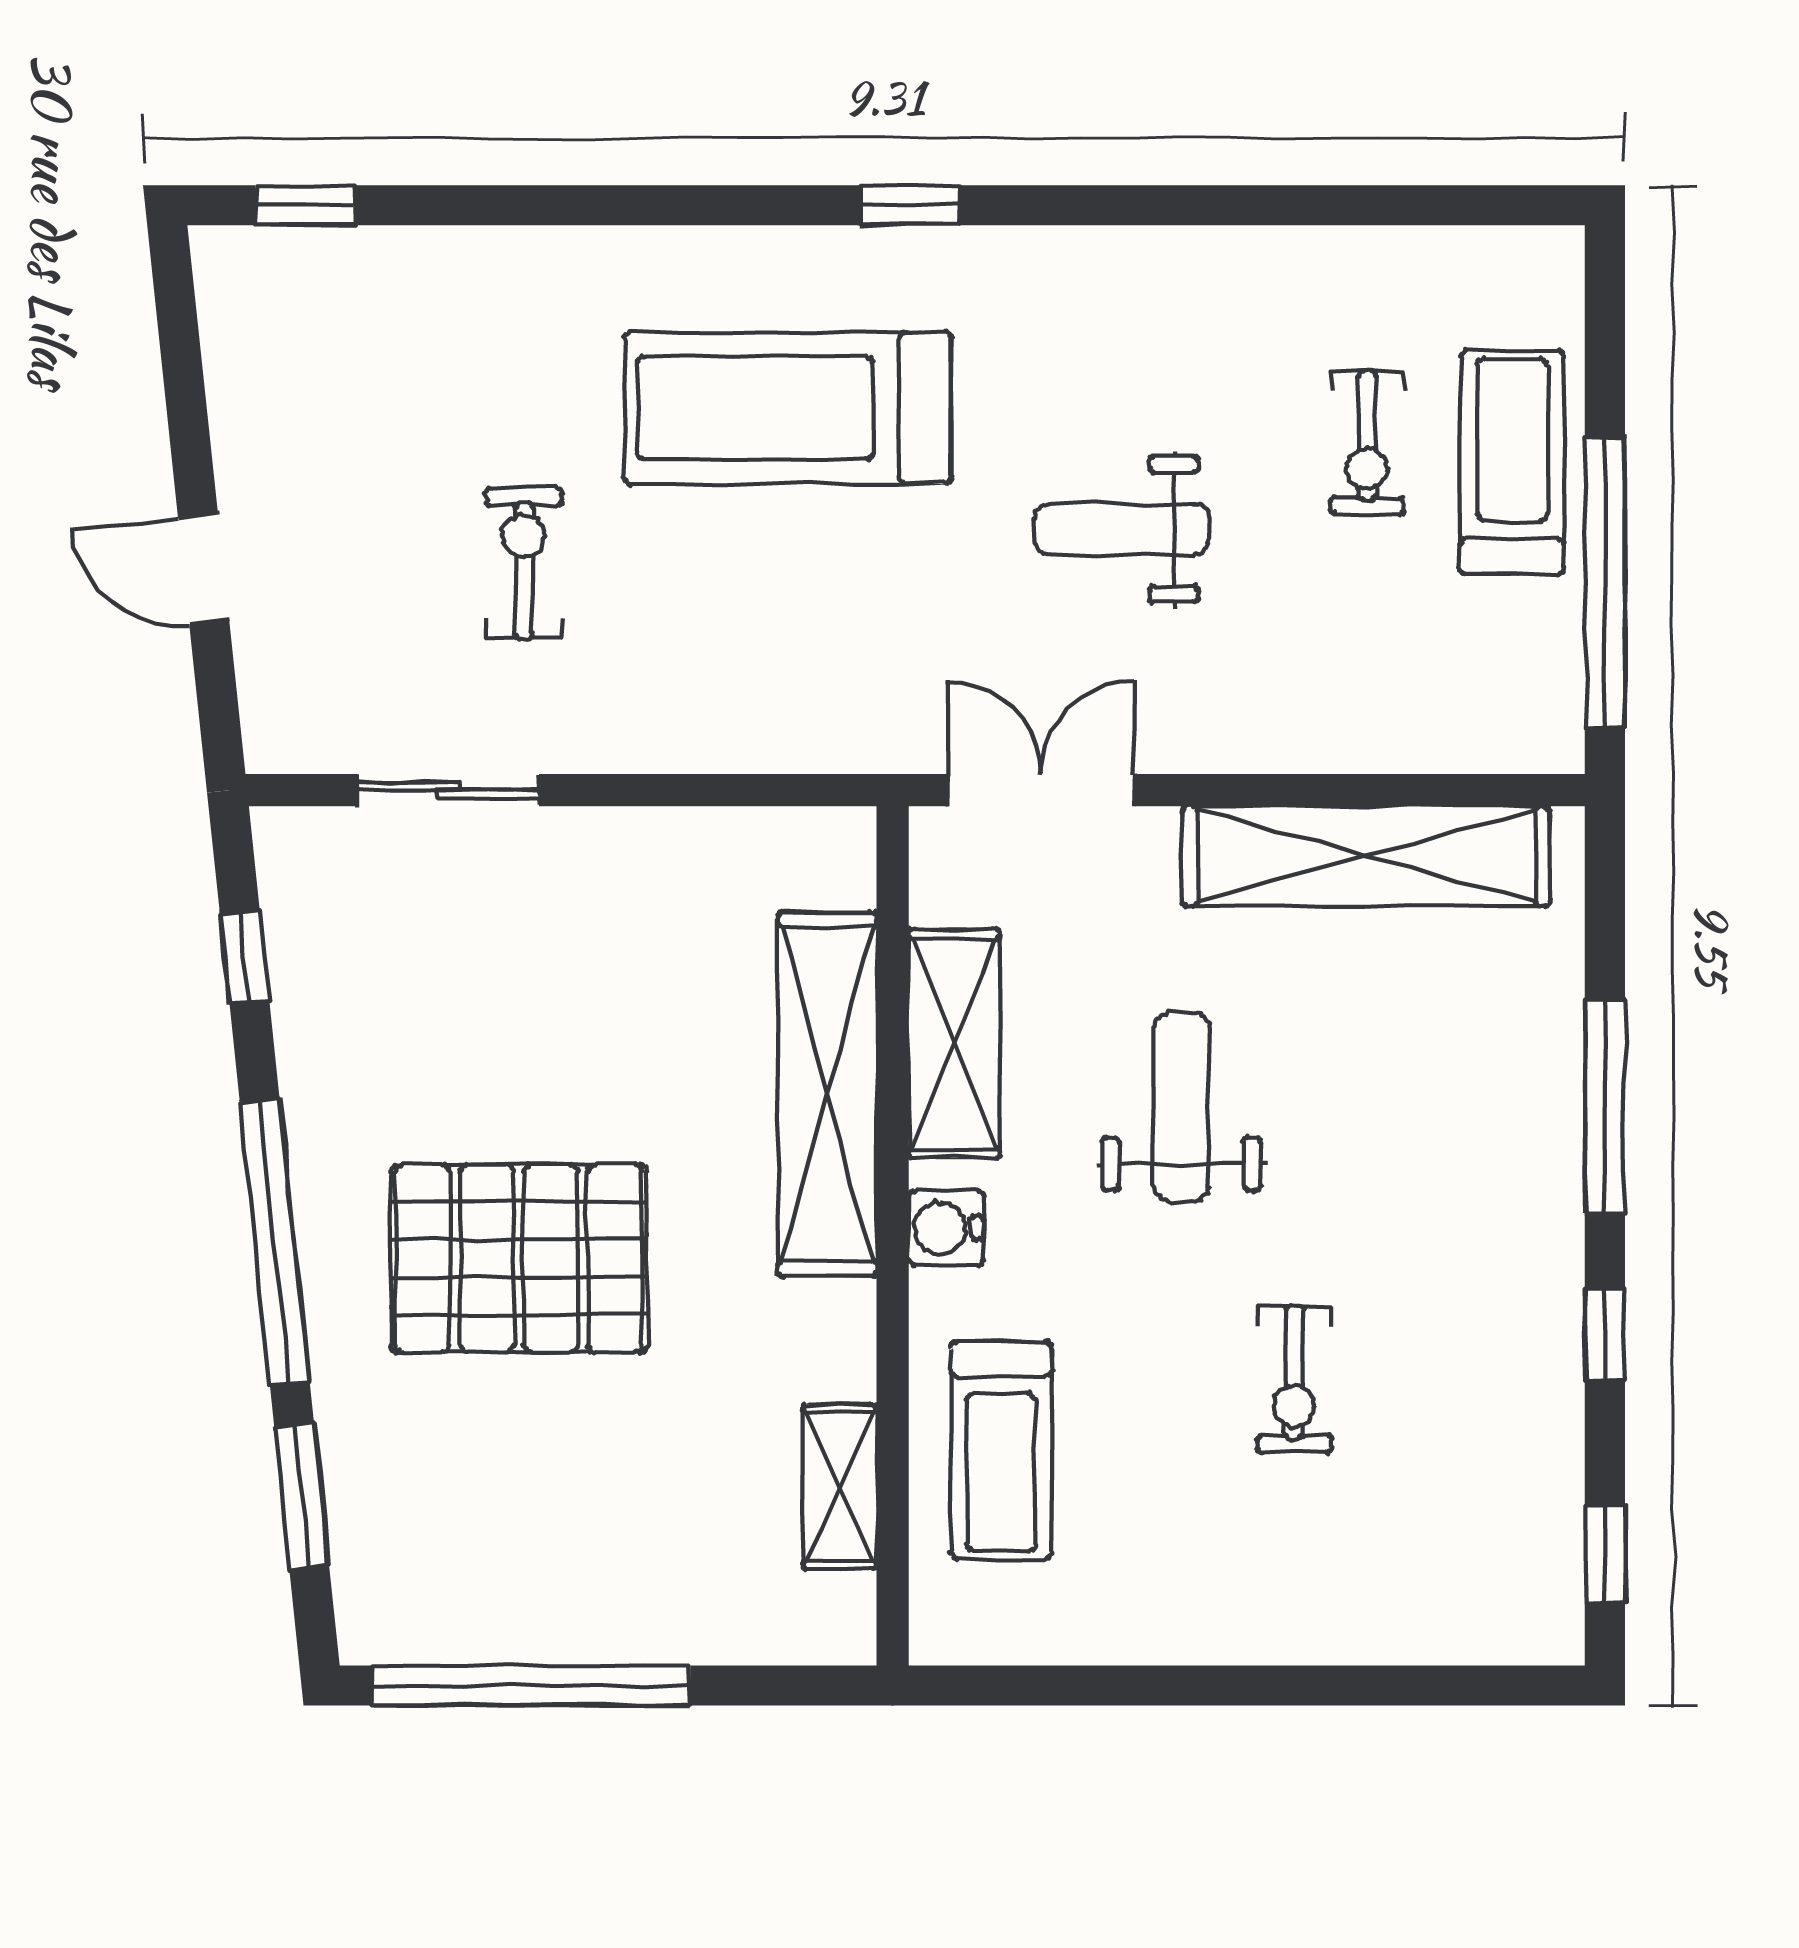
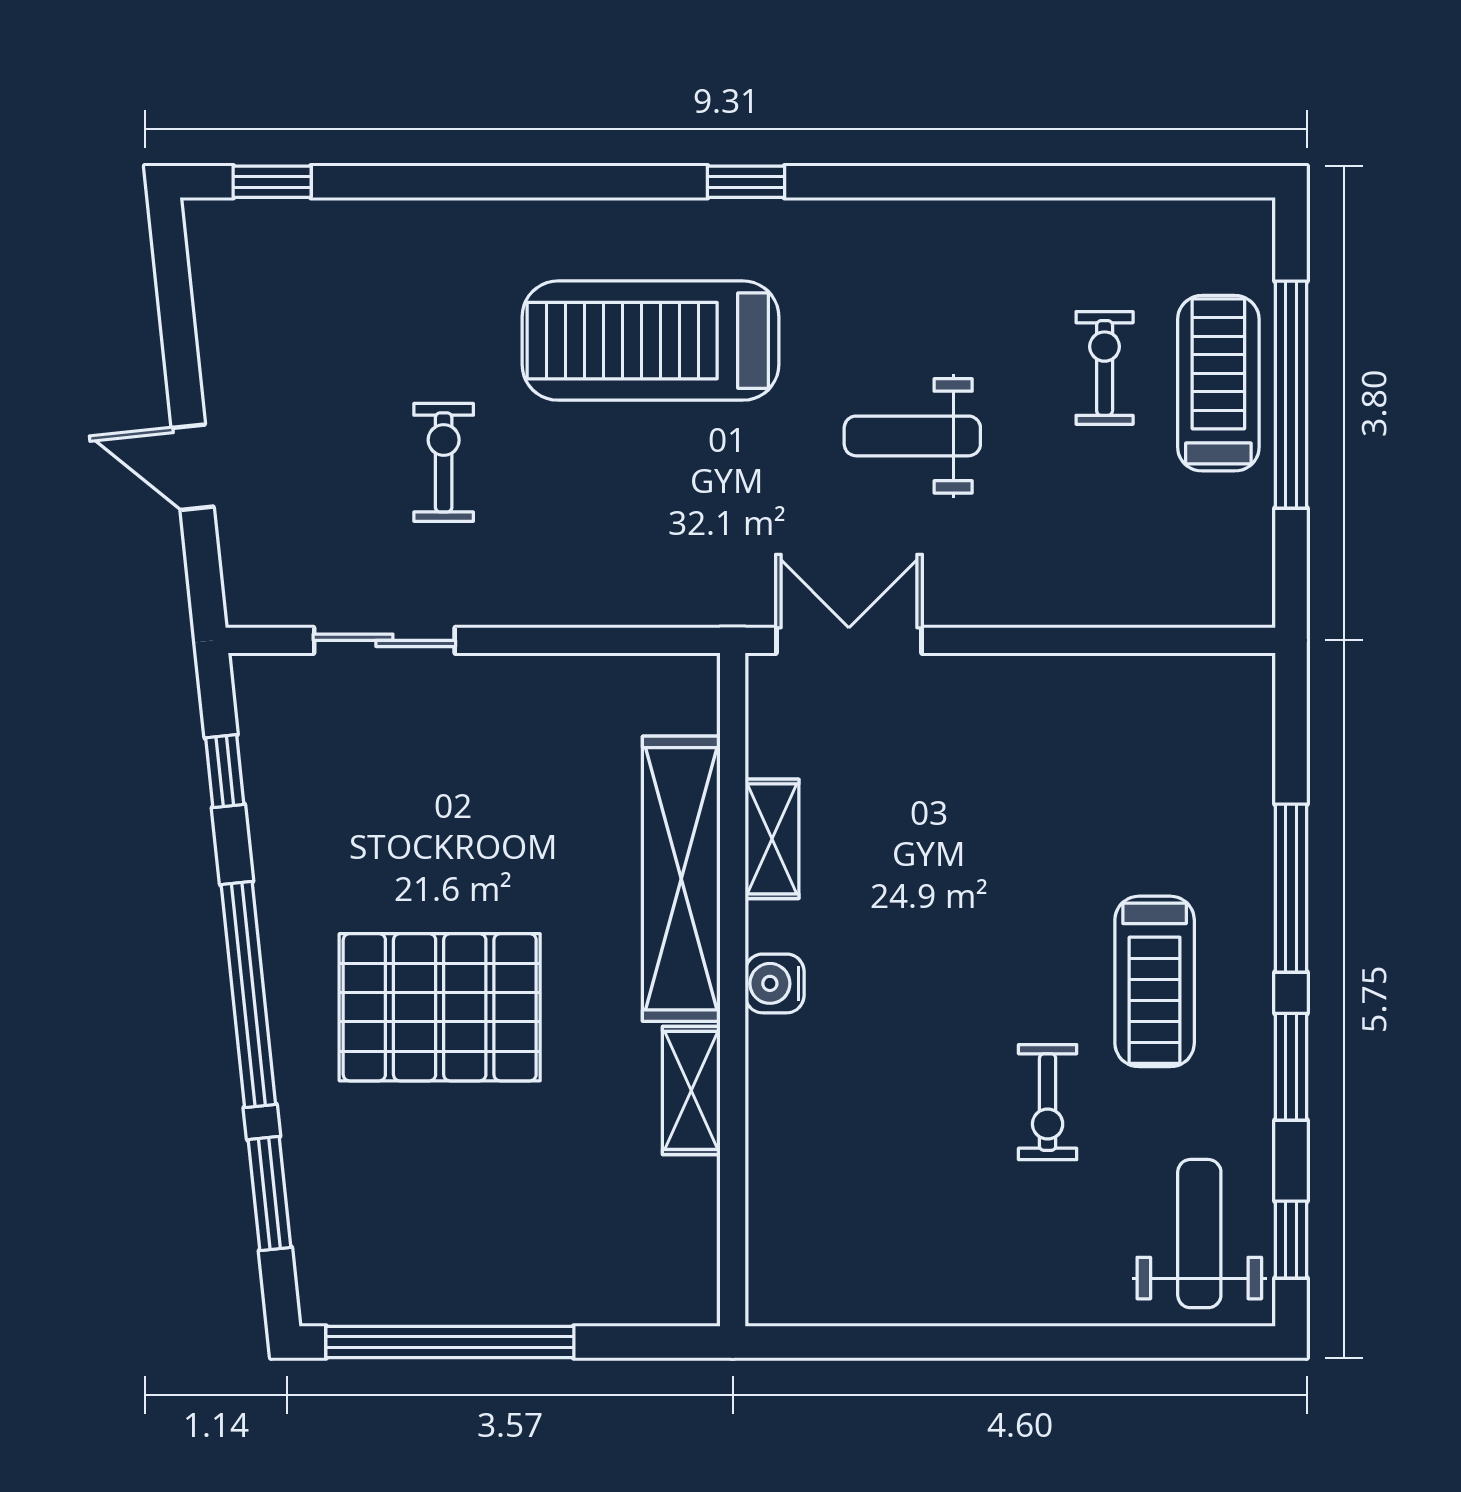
exercise bike: (1367, 443) -> (1105, 368), turned 180
window: (1605, 582) -> (1291, 395), moved
shelving: (1366, 856) -> (1104, 692), removed
shelving: (954, 1044) -> (772, 839), width x0.67, depth x0.75
weight bench: (1182, 1107) -> (1199, 1234), moved
window: (1605, 1334) -> (1291, 1067), width x1.50
treadmill: (1001, 1450) -> (1155, 981), moved
shelving: (840, 1486) -> (691, 1090), moved

